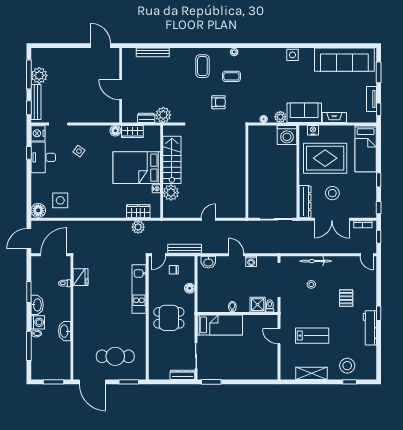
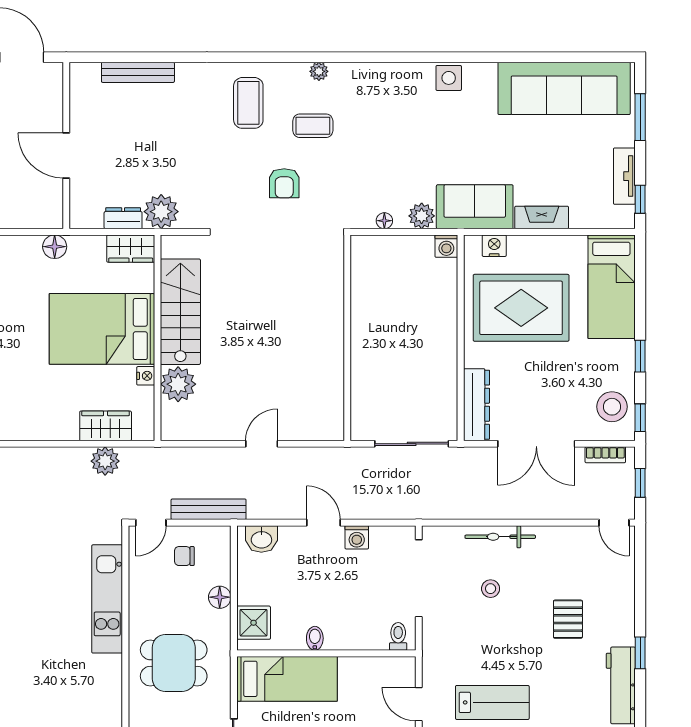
armchair: (219, 102) -> (284, 183), turned 90
wardrobe: (132, 132) -> (131, 249), moved
washing machine: (287, 135) -> (446, 246), width x0.53, depth x0.53
stool: (332, 193) -> (612, 407), moved
shower: (258, 305) -> (254, 623), moved

